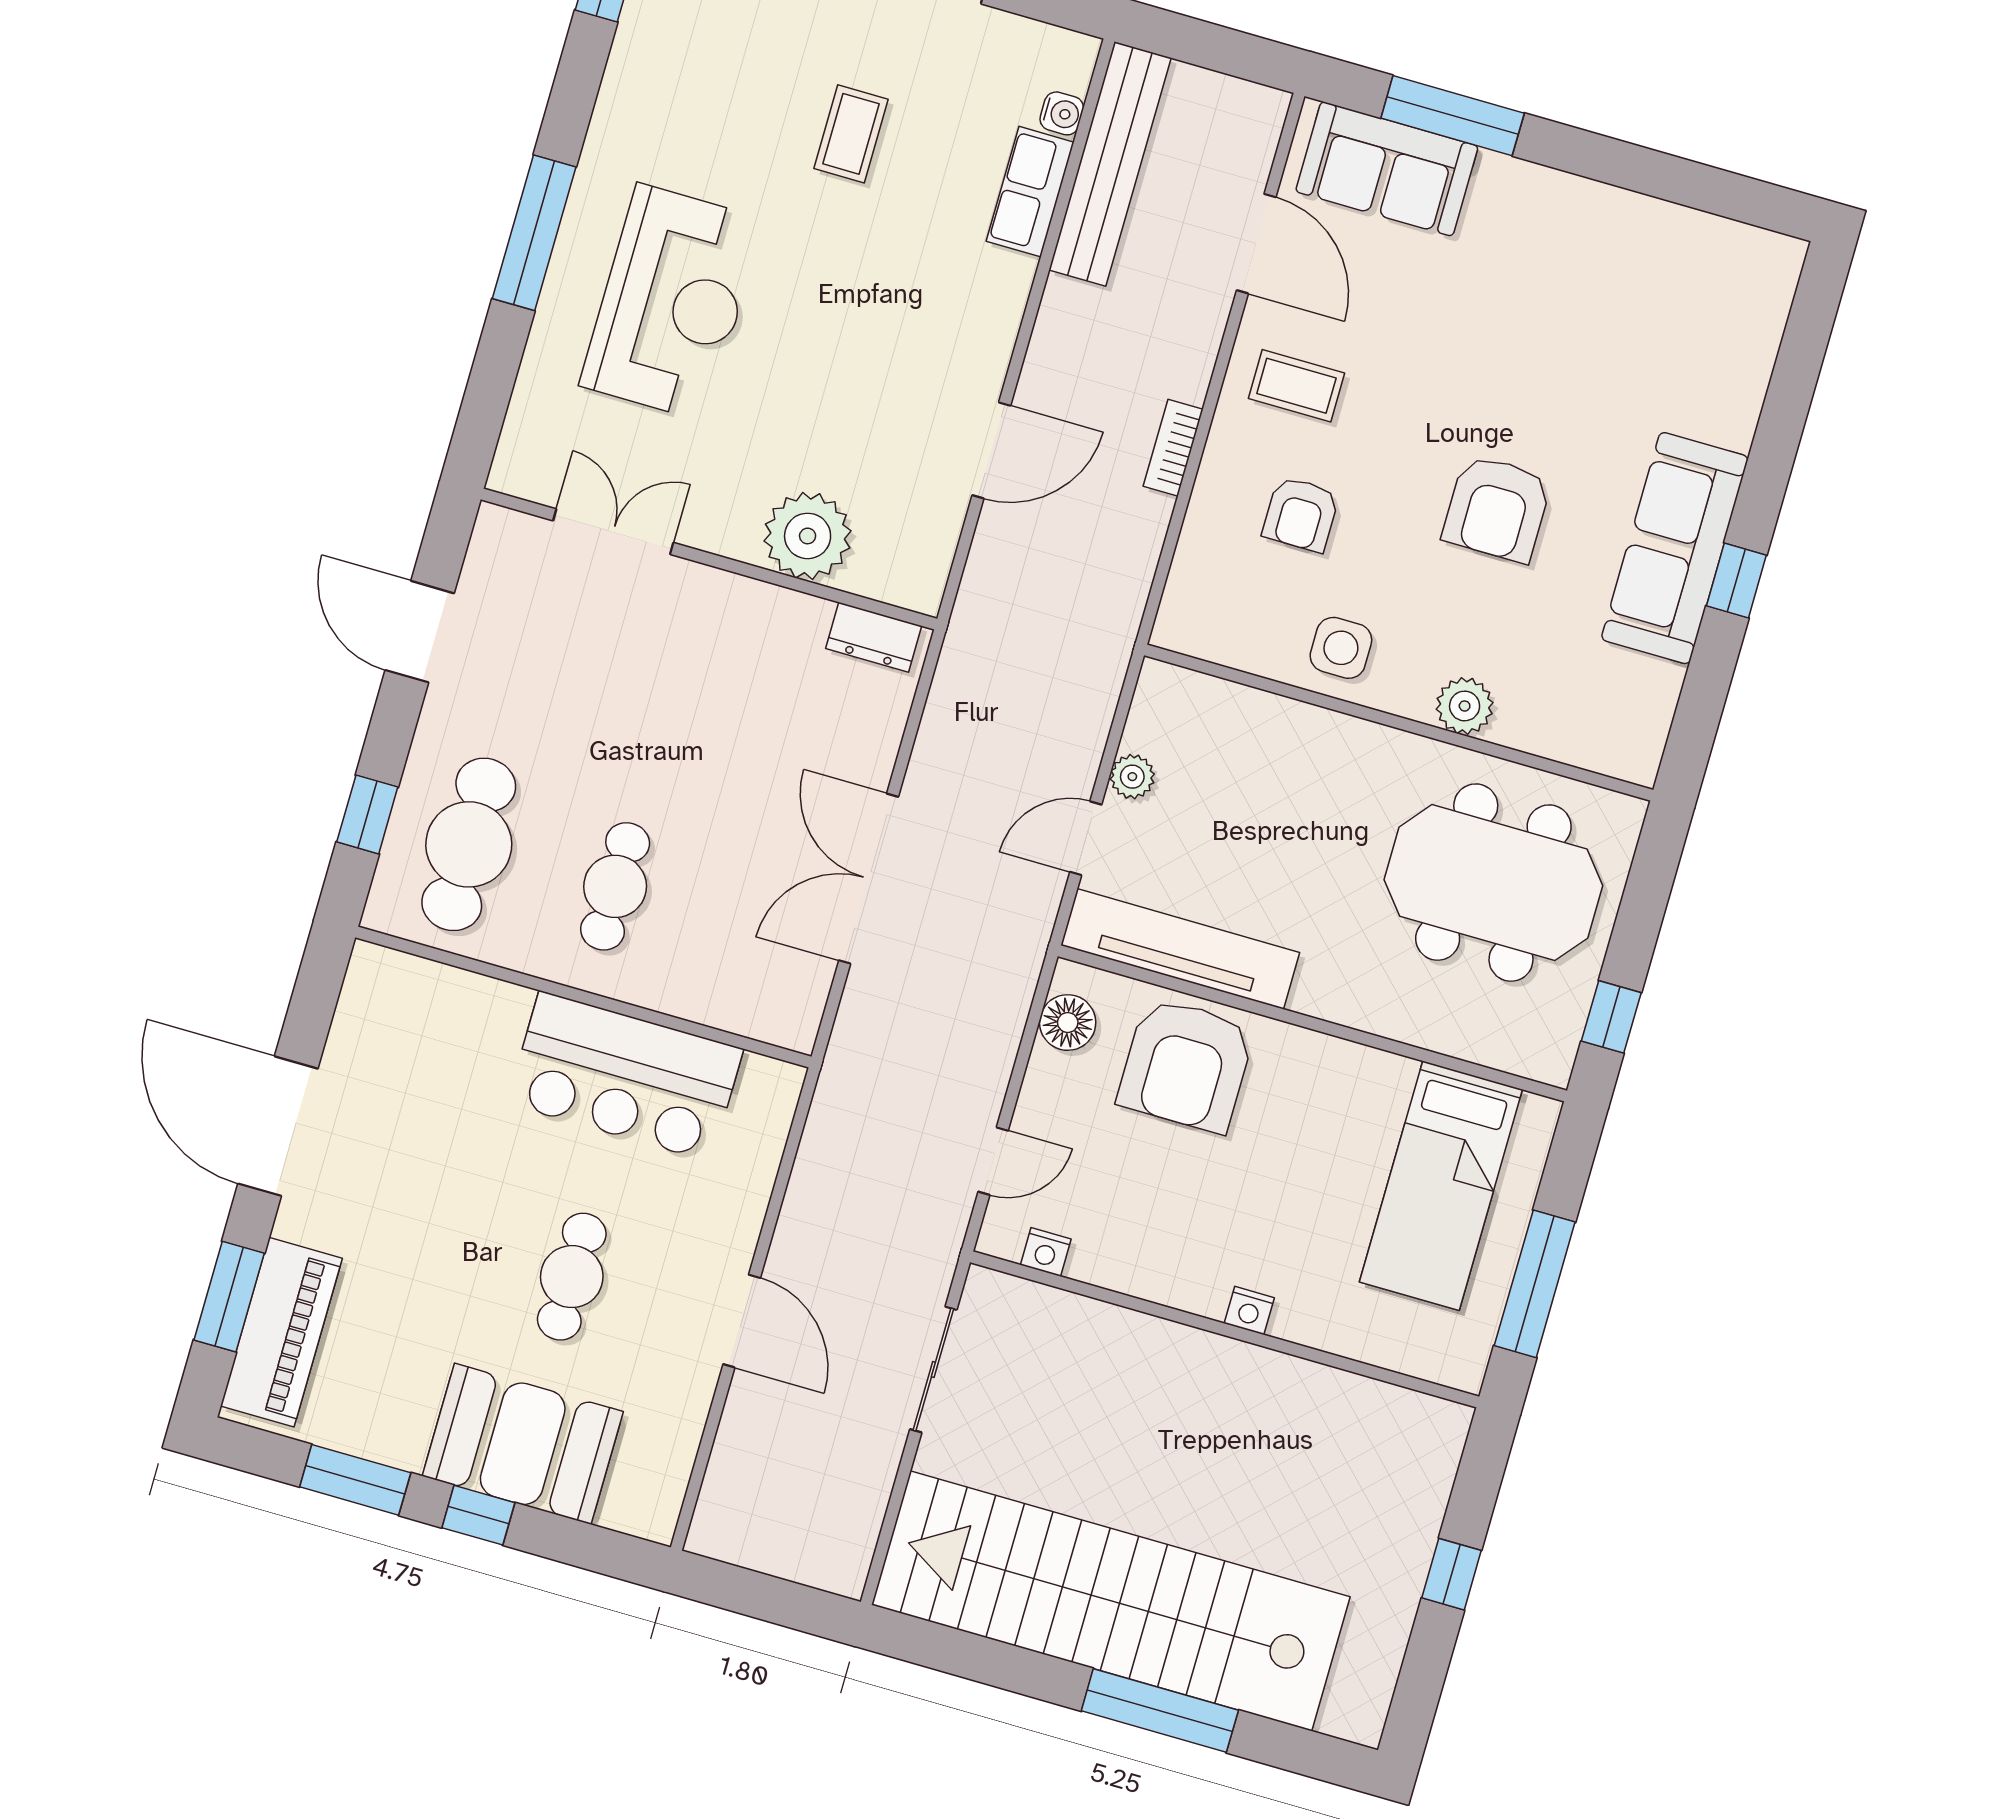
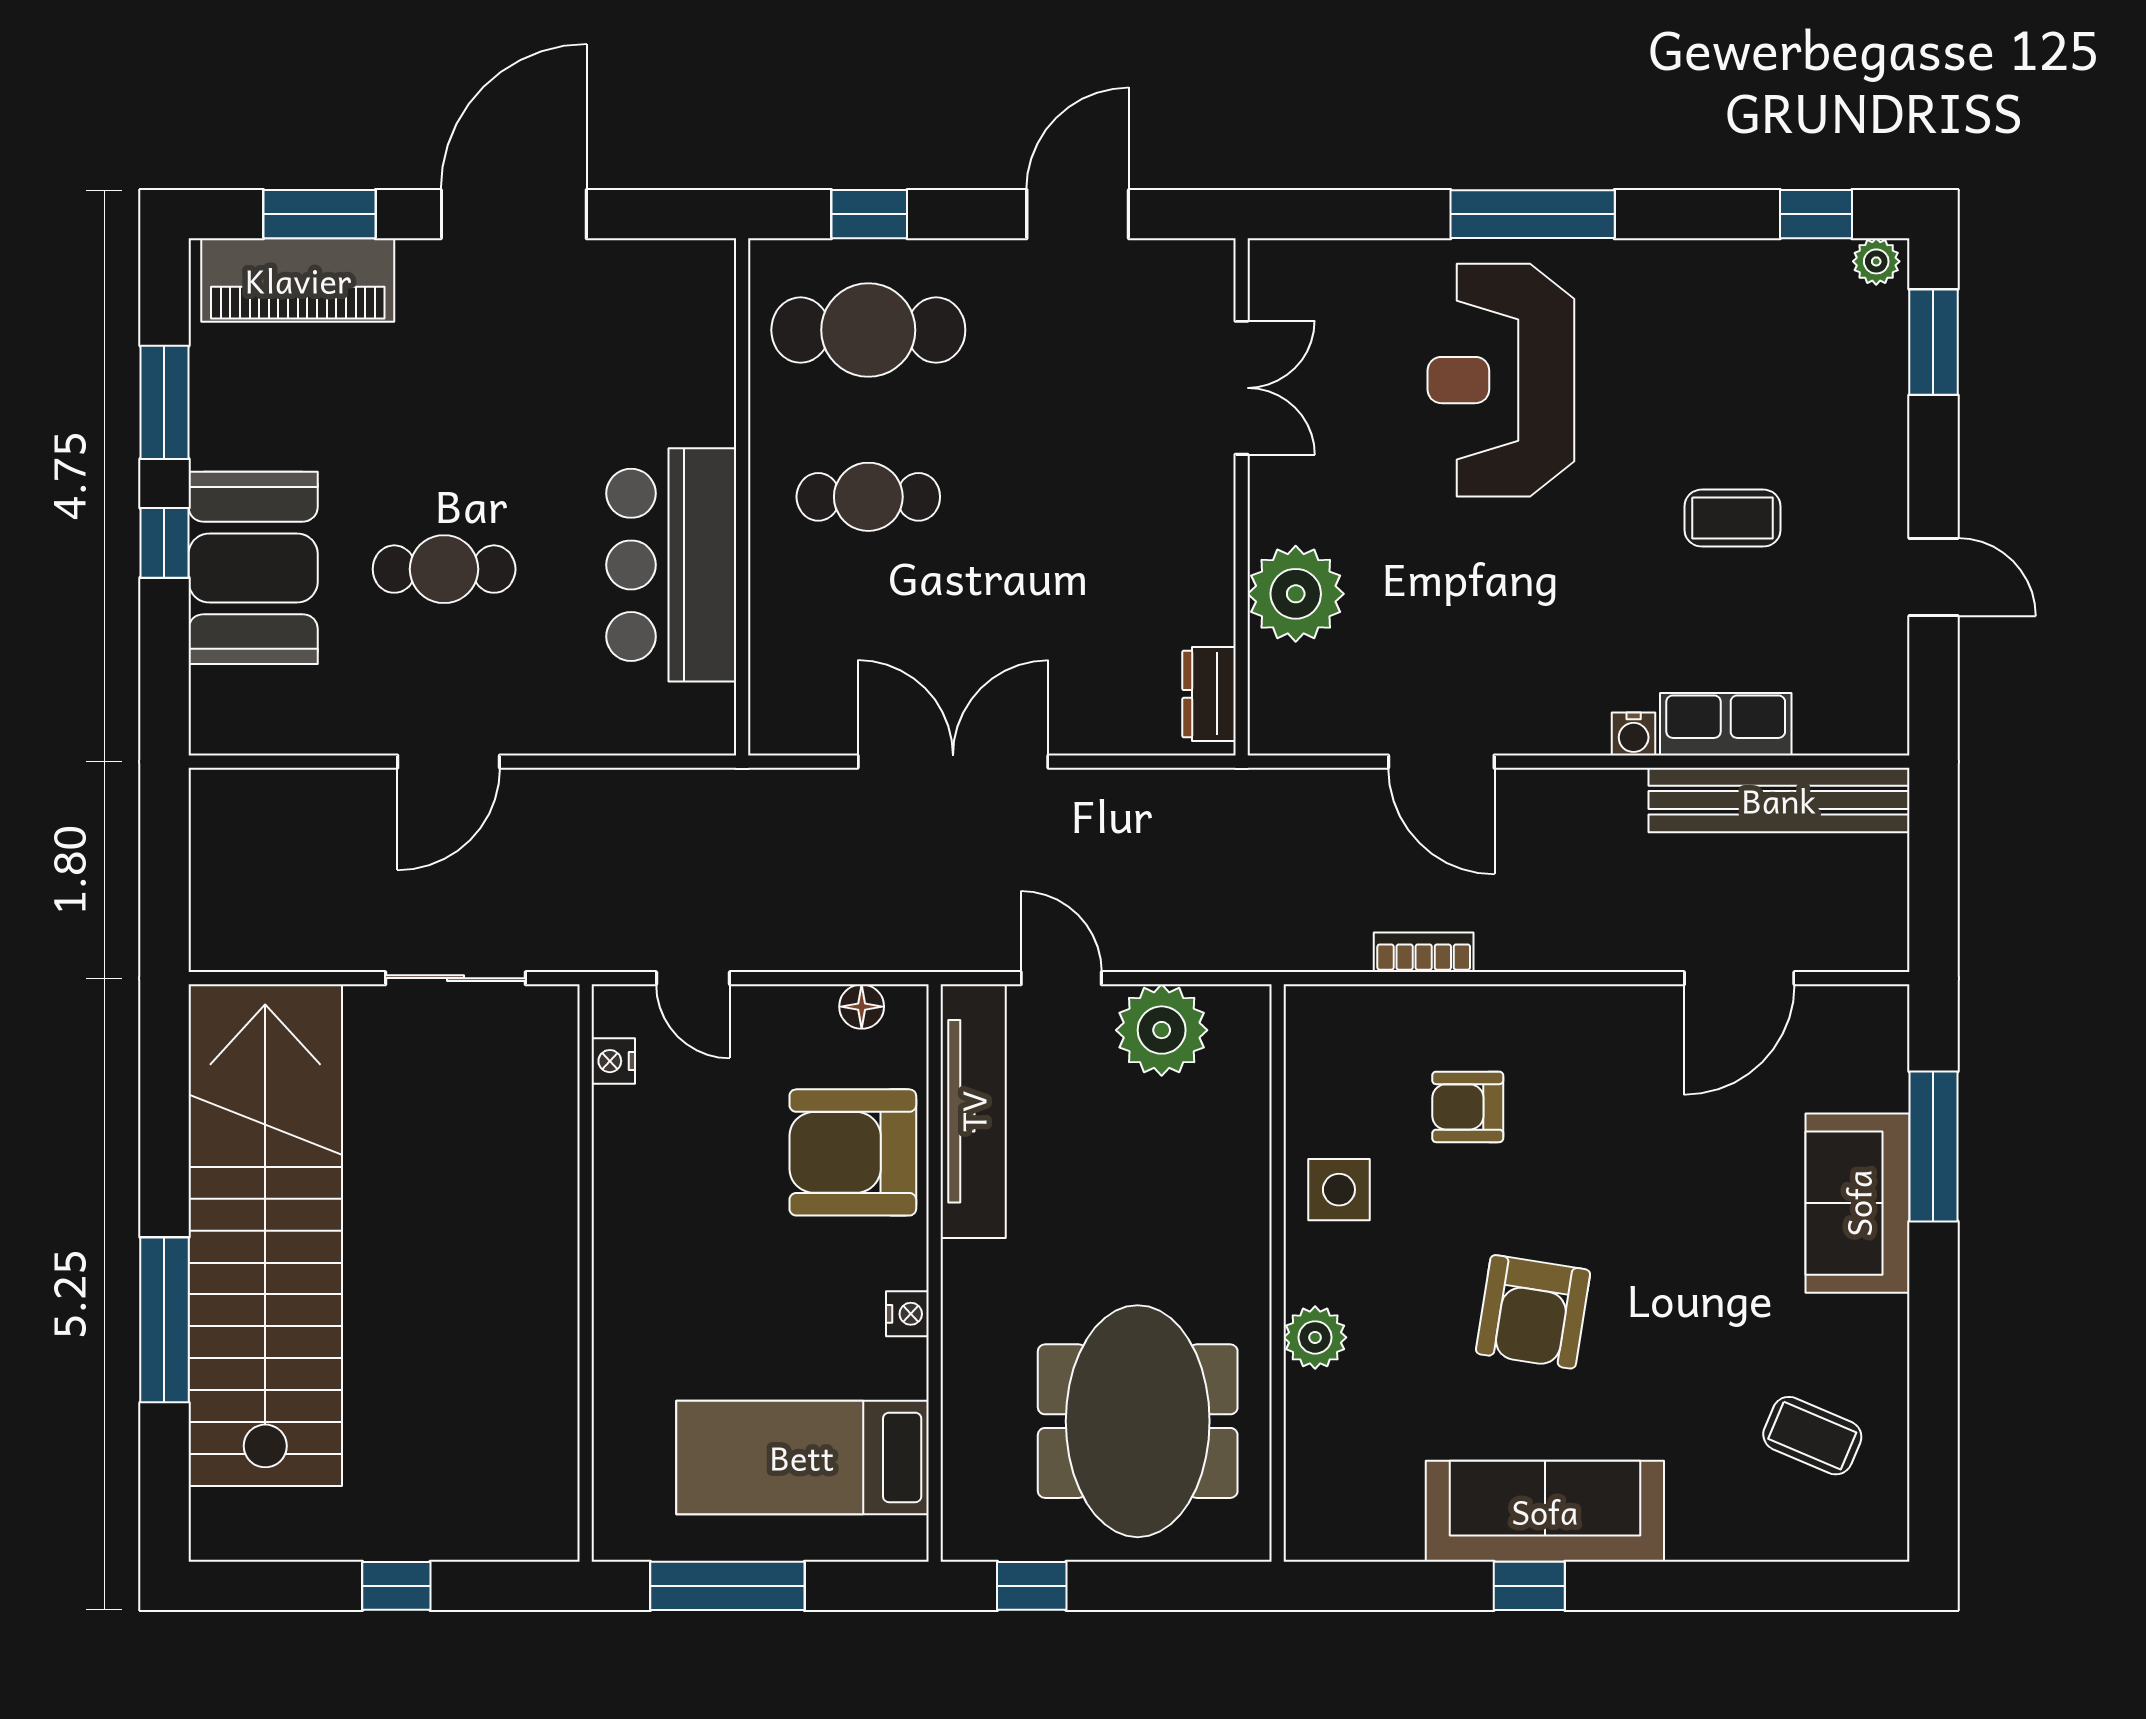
water cooler: (1062, 113) -> (1634, 734), moved
sofa: (1387, 169) -> (1858, 1203), moved
reception desk: (672, 302) -> (1501, 380), turned 90
coffee table: (1296, 386) -> (1812, 1436), moved, turned -67
bookcase: (1173, 448) -> (1424, 952), moved
armchair: (1497, 508) -> (1533, 1312), turned -81
plant: (1132, 777) -> (1162, 1030), width x1.87, depth x1.87
floor lamp: (1068, 1023) -> (862, 1007), width x0.73, depth x0.73
nightstand: (1249, 1311) -> (907, 1314), moved, turned 180

